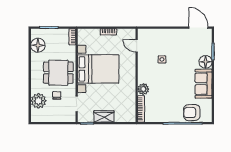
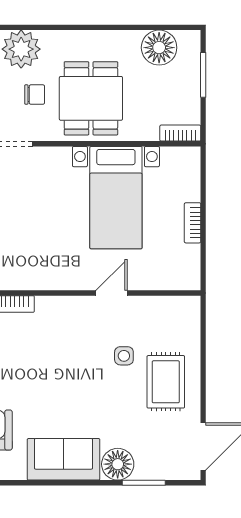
rug: (172, 43) -> (166, 382), added
door: (137, 46) -> (112, 293), moved
bed with nightstands: (98, 69) -> (116, 198), width x0.73
plant: (143, 89) -> (50, 310), removed

